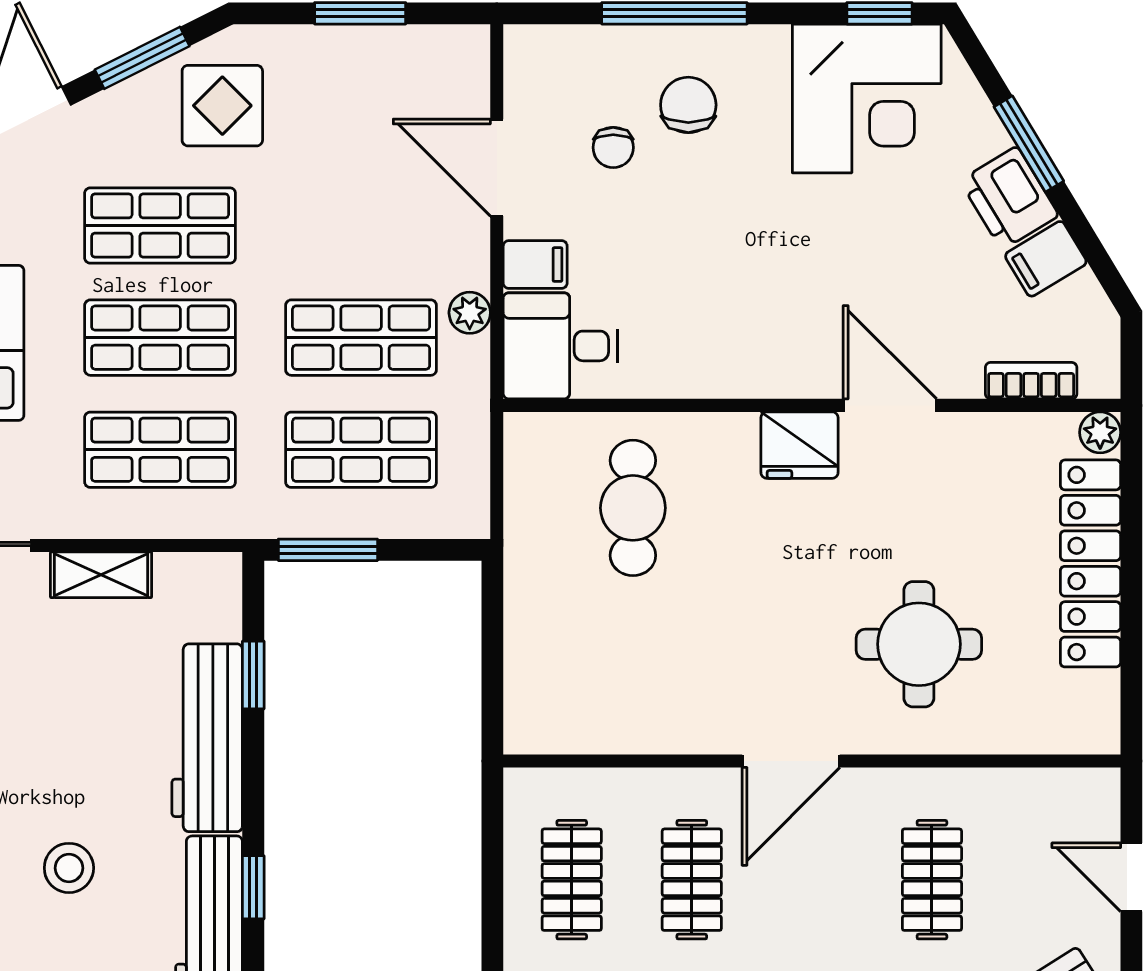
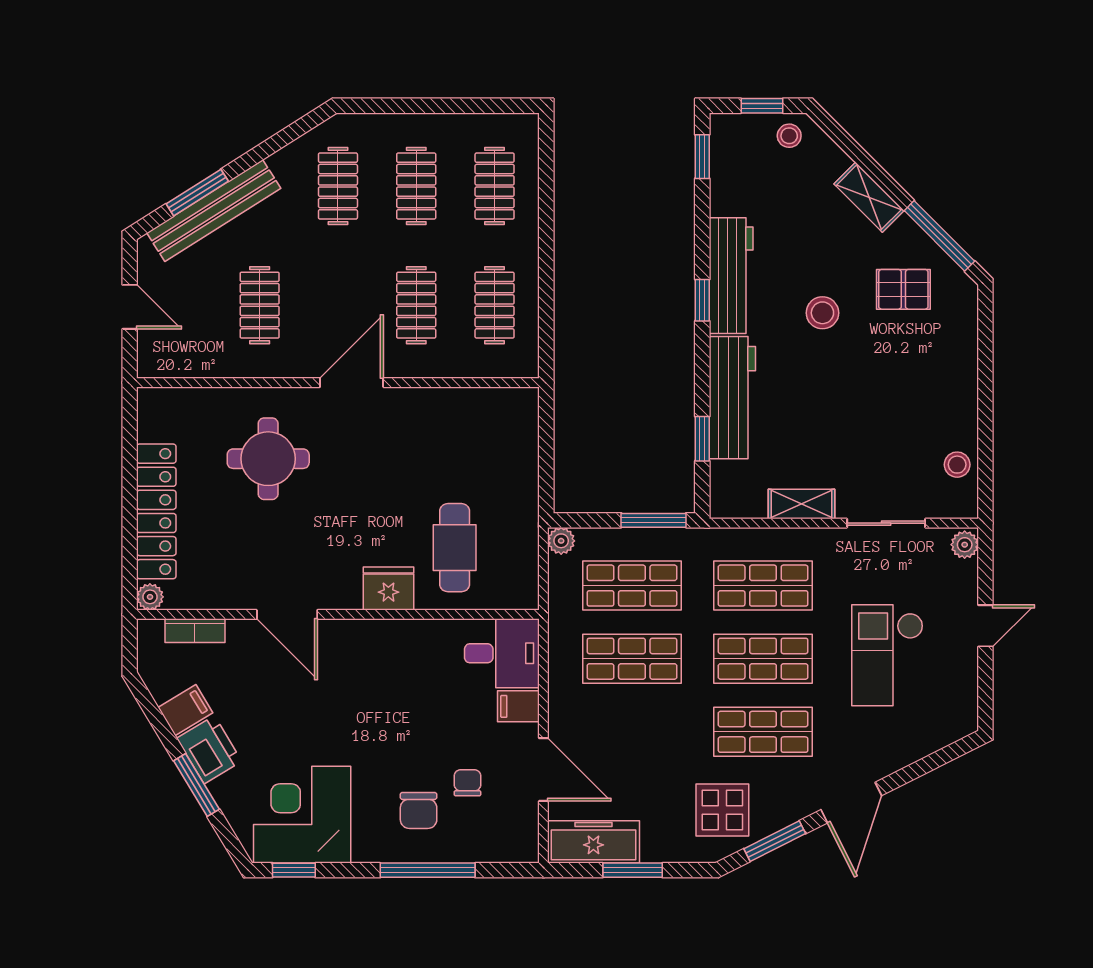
freezer: (420, 57) -> (593, 842), added
plant: (470, 313) -> (561, 541), moved
fridge: (799, 445) -> (388, 589), moved

